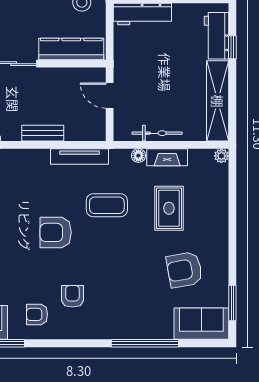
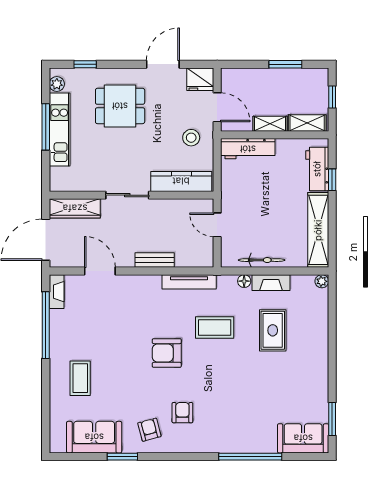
armchair: (184, 270) -> (287, 388), removed
armchair: (37, 314) -> (149, 430), turned 75

